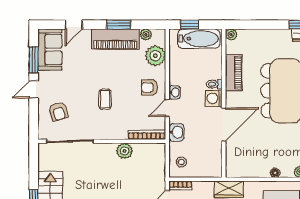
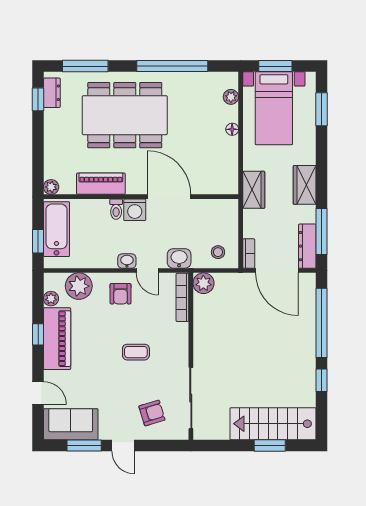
window: (119, 25) -> (38, 334), width x0.67
plant: (125, 151) -> (203, 283), moved

